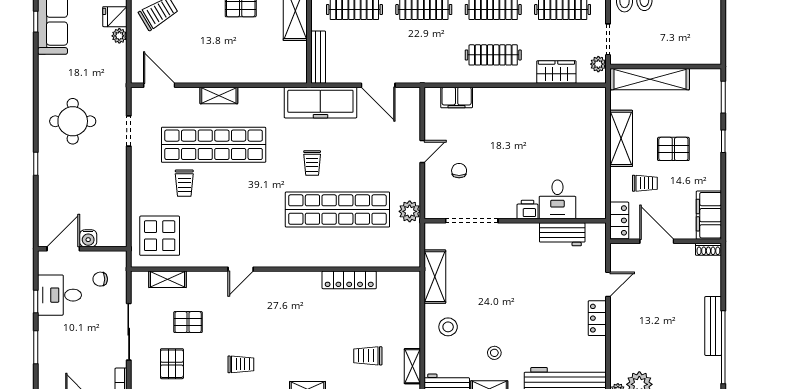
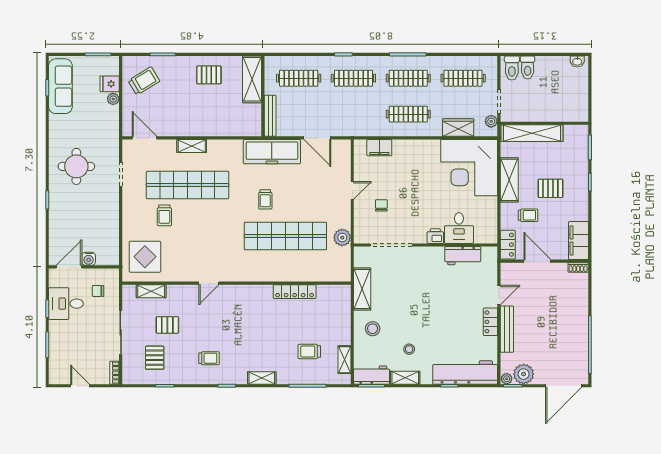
corner desk: (570, 123) -> (469, 168), added
bench: (713, 326) -> (507, 329), moved

